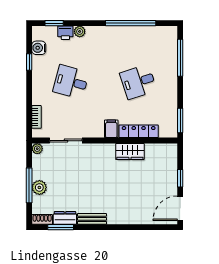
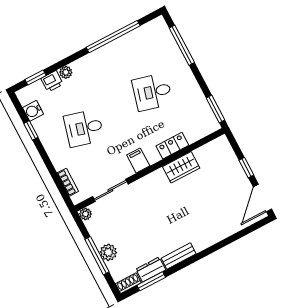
desk: (138, 82) -> (152, 92), turned 33
filing cabinet: (111, 129) -> (138, 160), moved
locker: (139, 131) -> (172, 146), width x0.66

